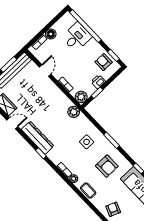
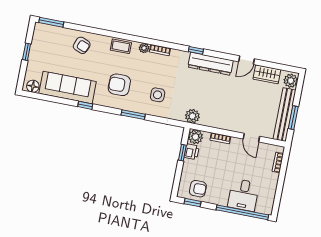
floor lamp: (51, 34) -> (272, 179), removed
printer: (98, 82) -> (192, 152), moved

